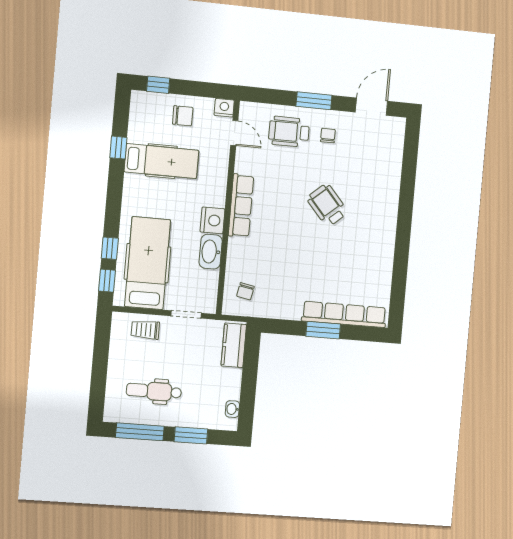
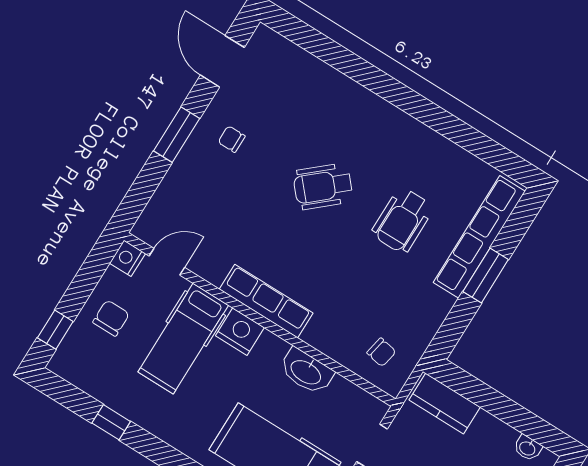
wheelchair: (289, 132) -> (402, 220), moved
hospital bed: (161, 161) -> (183, 339), moved, turned 180
nightstand: (212, 220) -> (240, 332), moved

